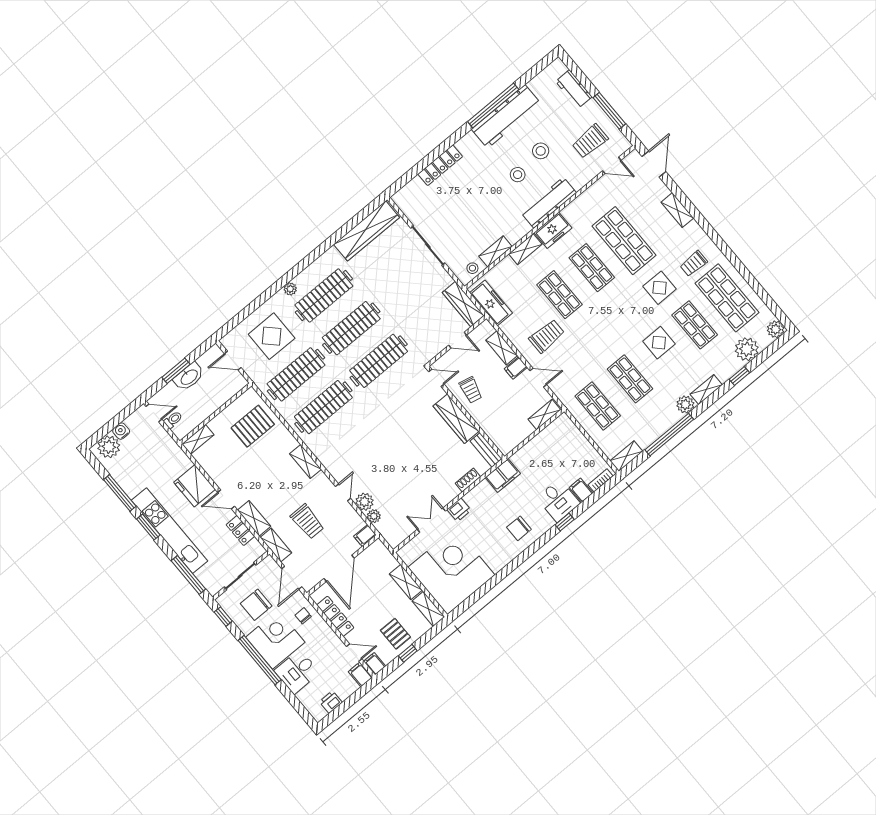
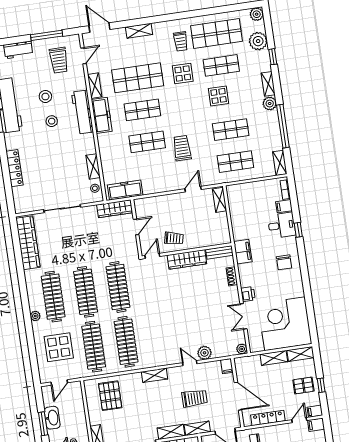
freezer: (553, 230) -> (102, 115), width x1.40
shelving: (525, 249) -> (95, 86), moved
trolley: (547, 336) -> (182, 148), moved
shelving: (502, 348) -> (159, 201), removed
filing cabinet: (516, 368) -> (178, 200), removed
plant: (374, 516) -> (242, 349), moved

